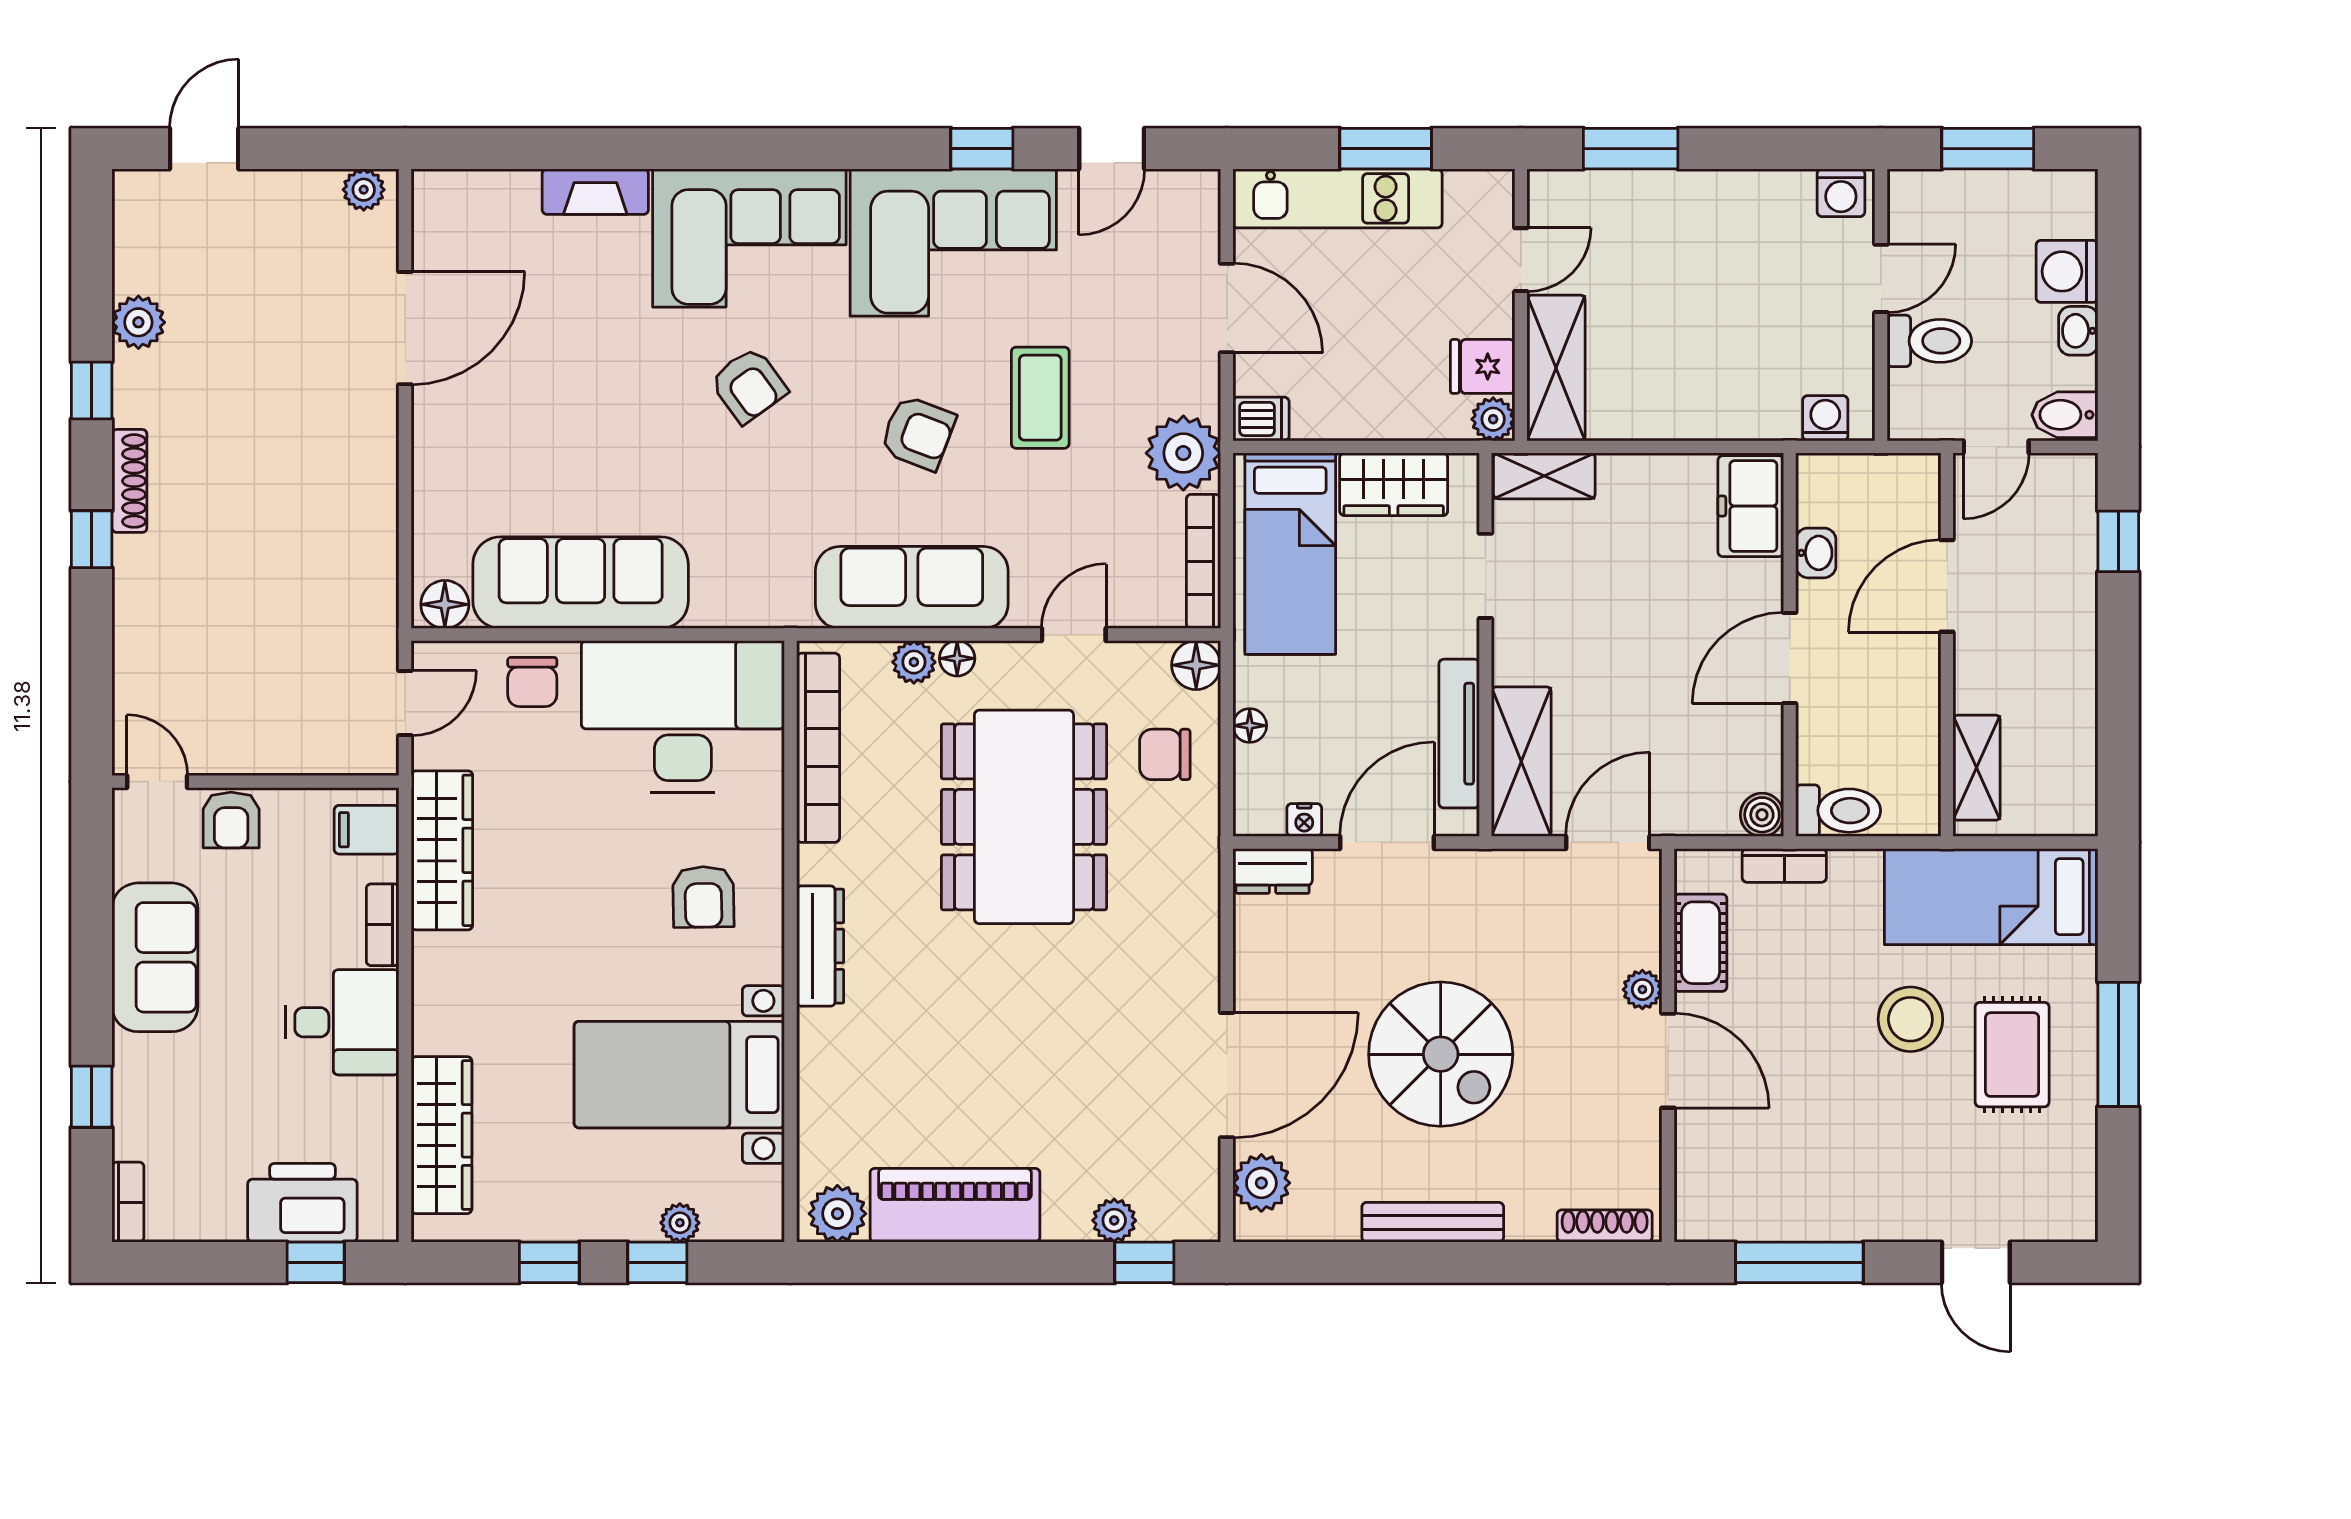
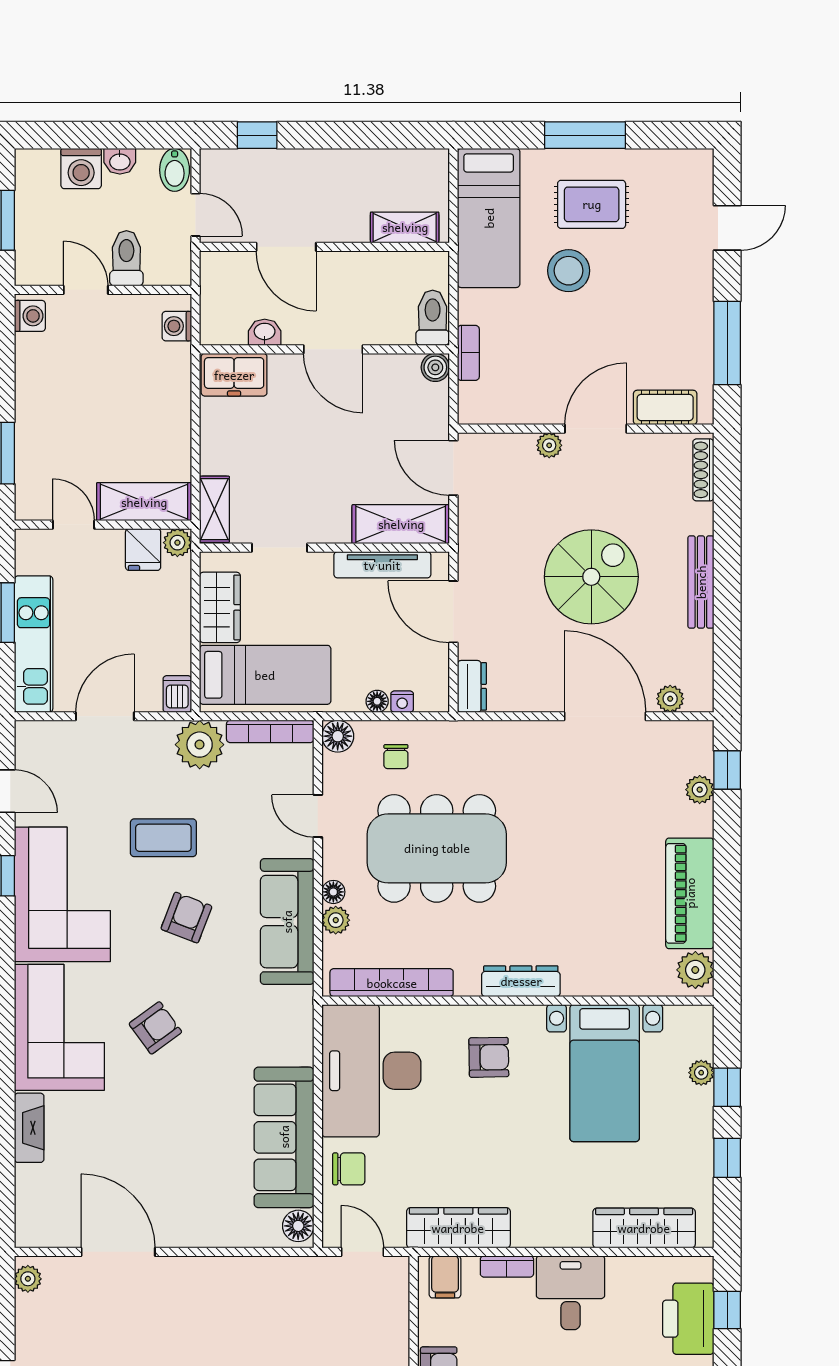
chair: (1165, 754) -> (396, 757), width x0.73, depth x0.73
nightstand: (1304, 820) -> (402, 702), moved, turned 90
cot: (1700, 943) -> (665, 407), moved
plant: (1261, 1183) -> (670, 699), width x0.73, depth x0.73

